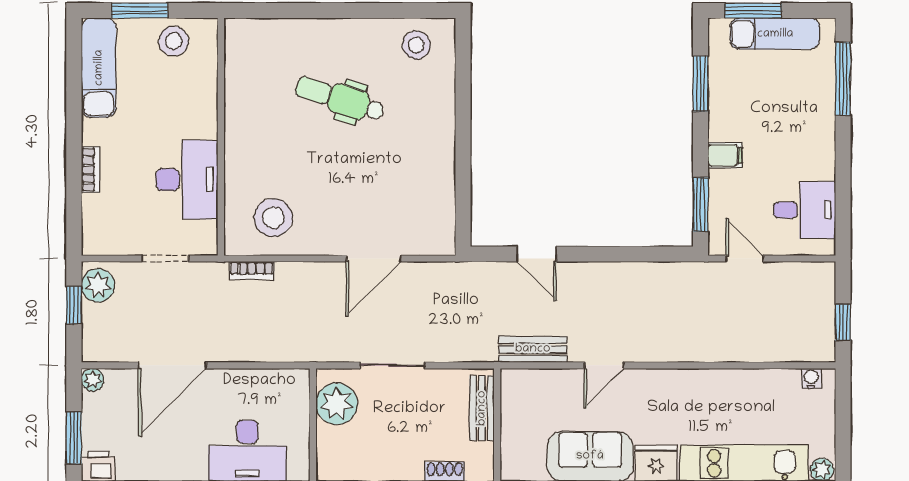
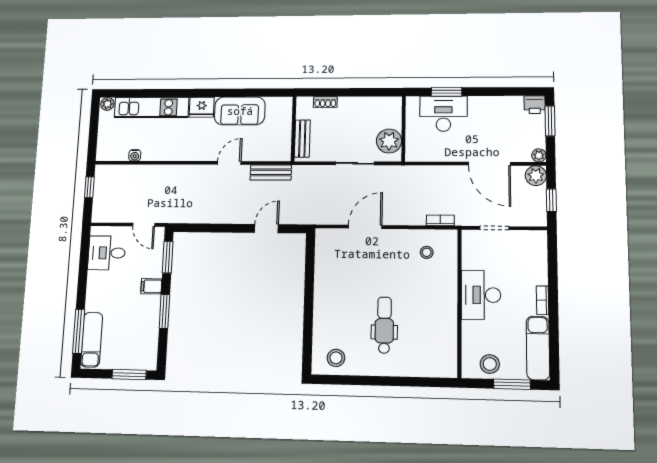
exam couch: (775, 34) -> (92, 340), moved, turned 90
window: (701, 84) -> (164, 312), moved
dental chair: (340, 99) -> (384, 325), turned -108
bookcase: (91, 170) -> (542, 300), moved
desk: (187, 180) -> (481, 295), moved
stool: (273, 218) -> (427, 252), width x0.53, depth x0.53
door: (537, 254) -> (266, 229), hinge flipped
plant: (98, 285) -> (536, 176), moved
door: (172, 365) -> (489, 164), swing flipped
water cooler: (811, 378) -> (135, 155), moved

